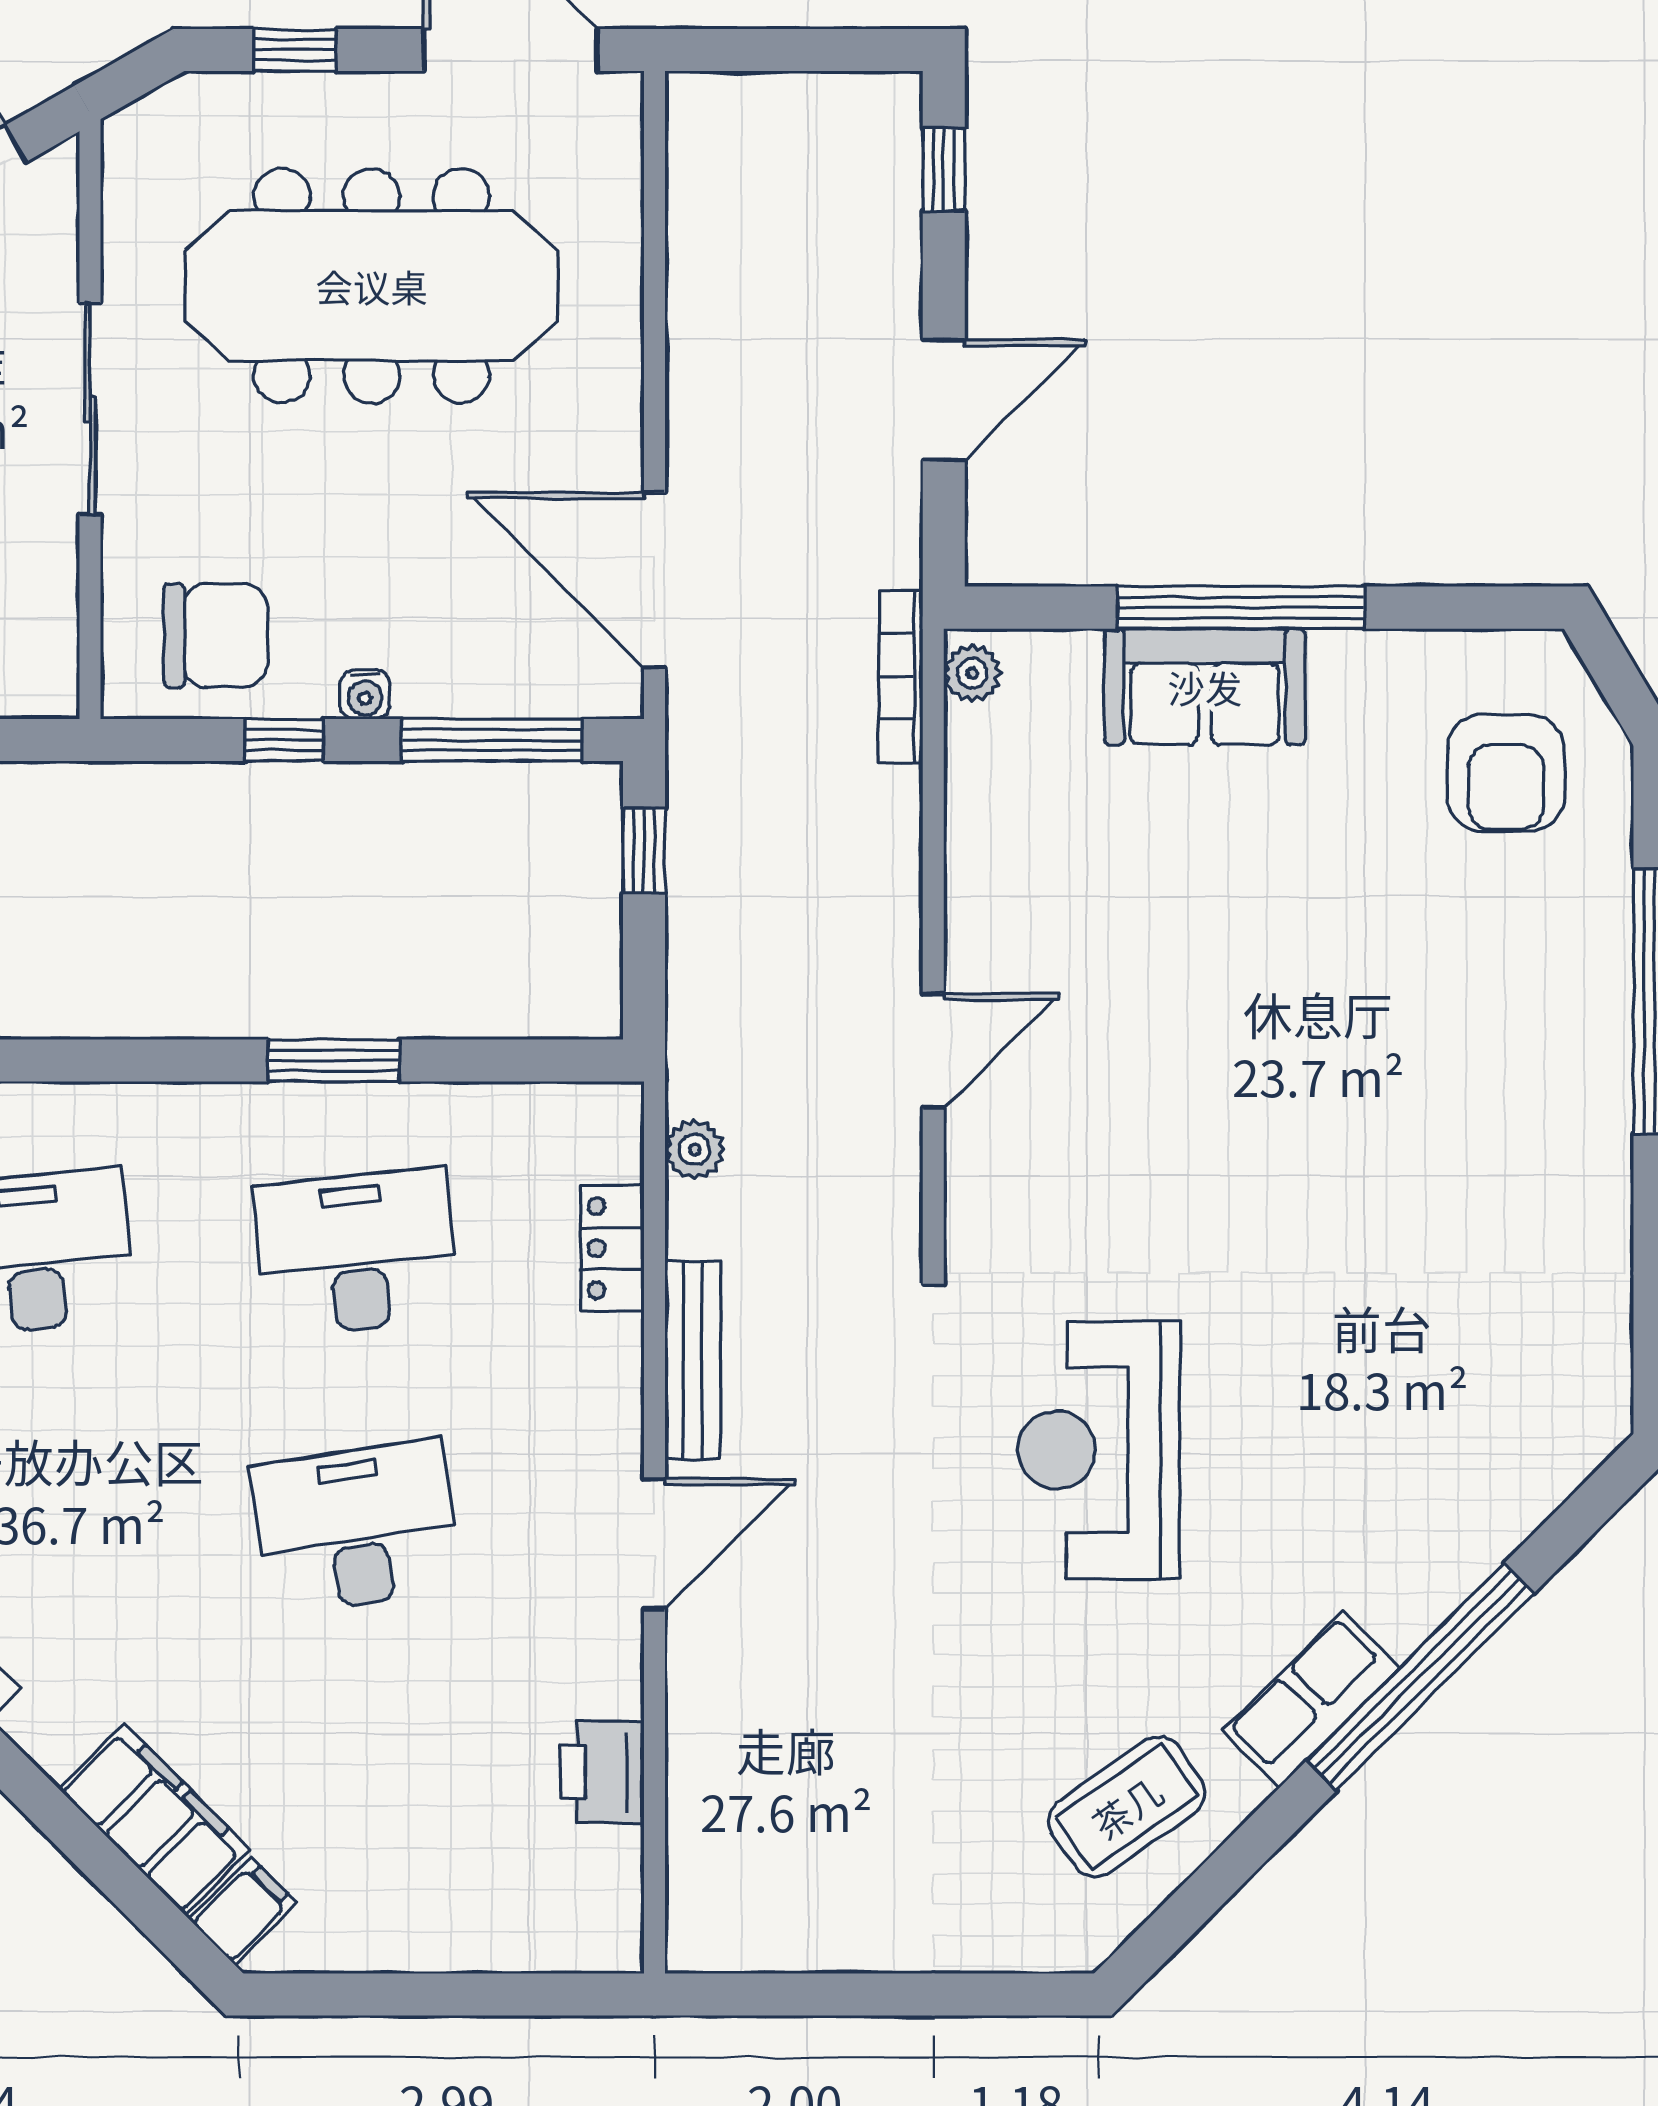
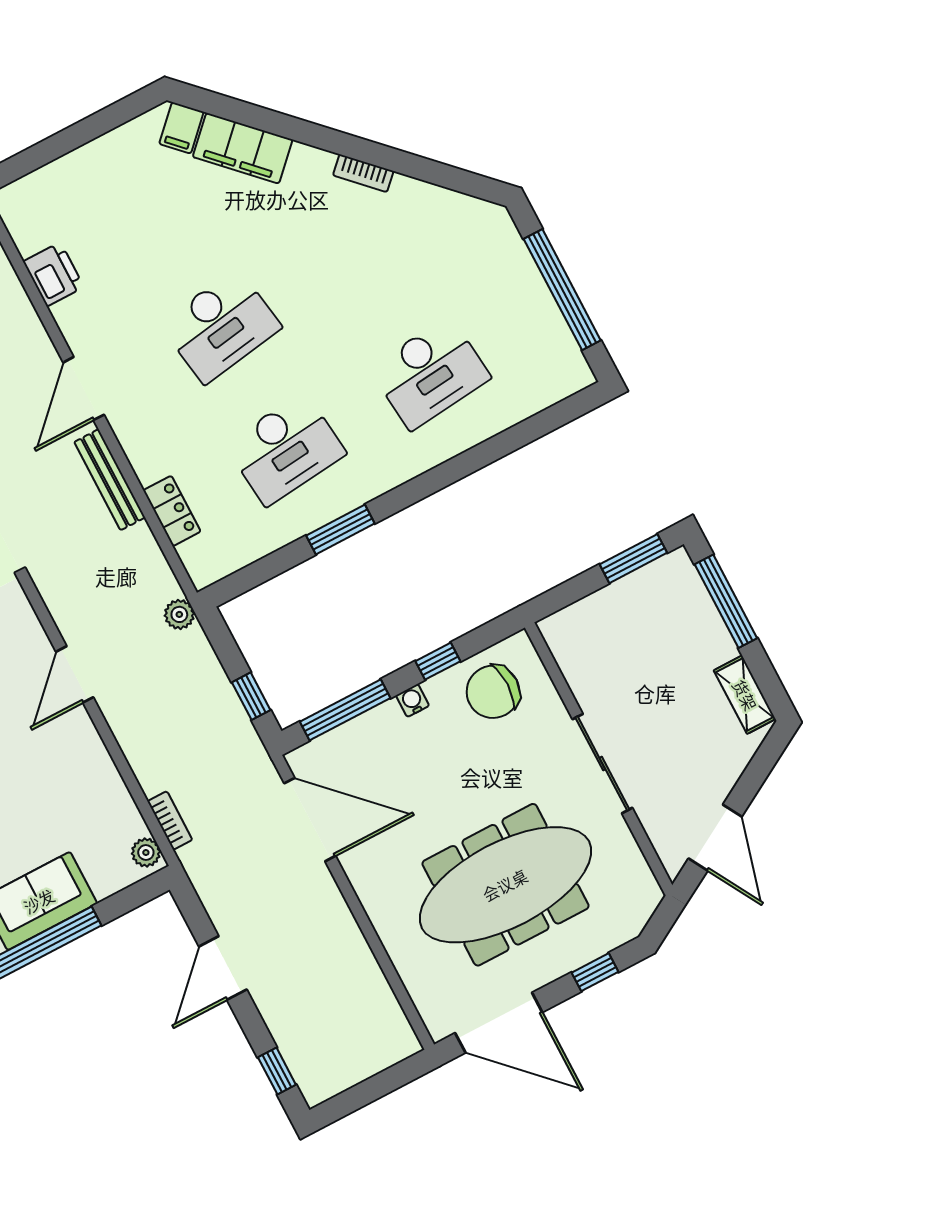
bookcase: (901, 677) -> (170, 820), width x0.64
plant: (695, 1149) -> (179, 614), moved

